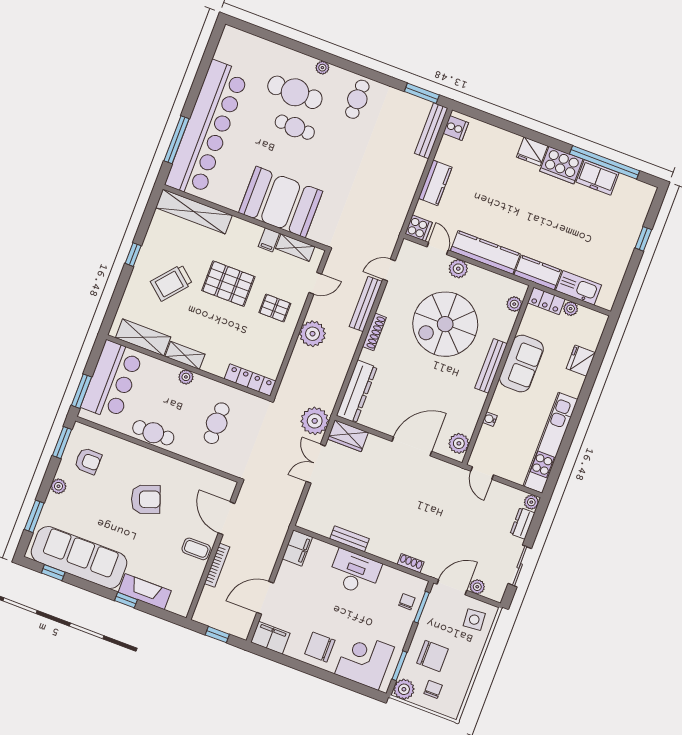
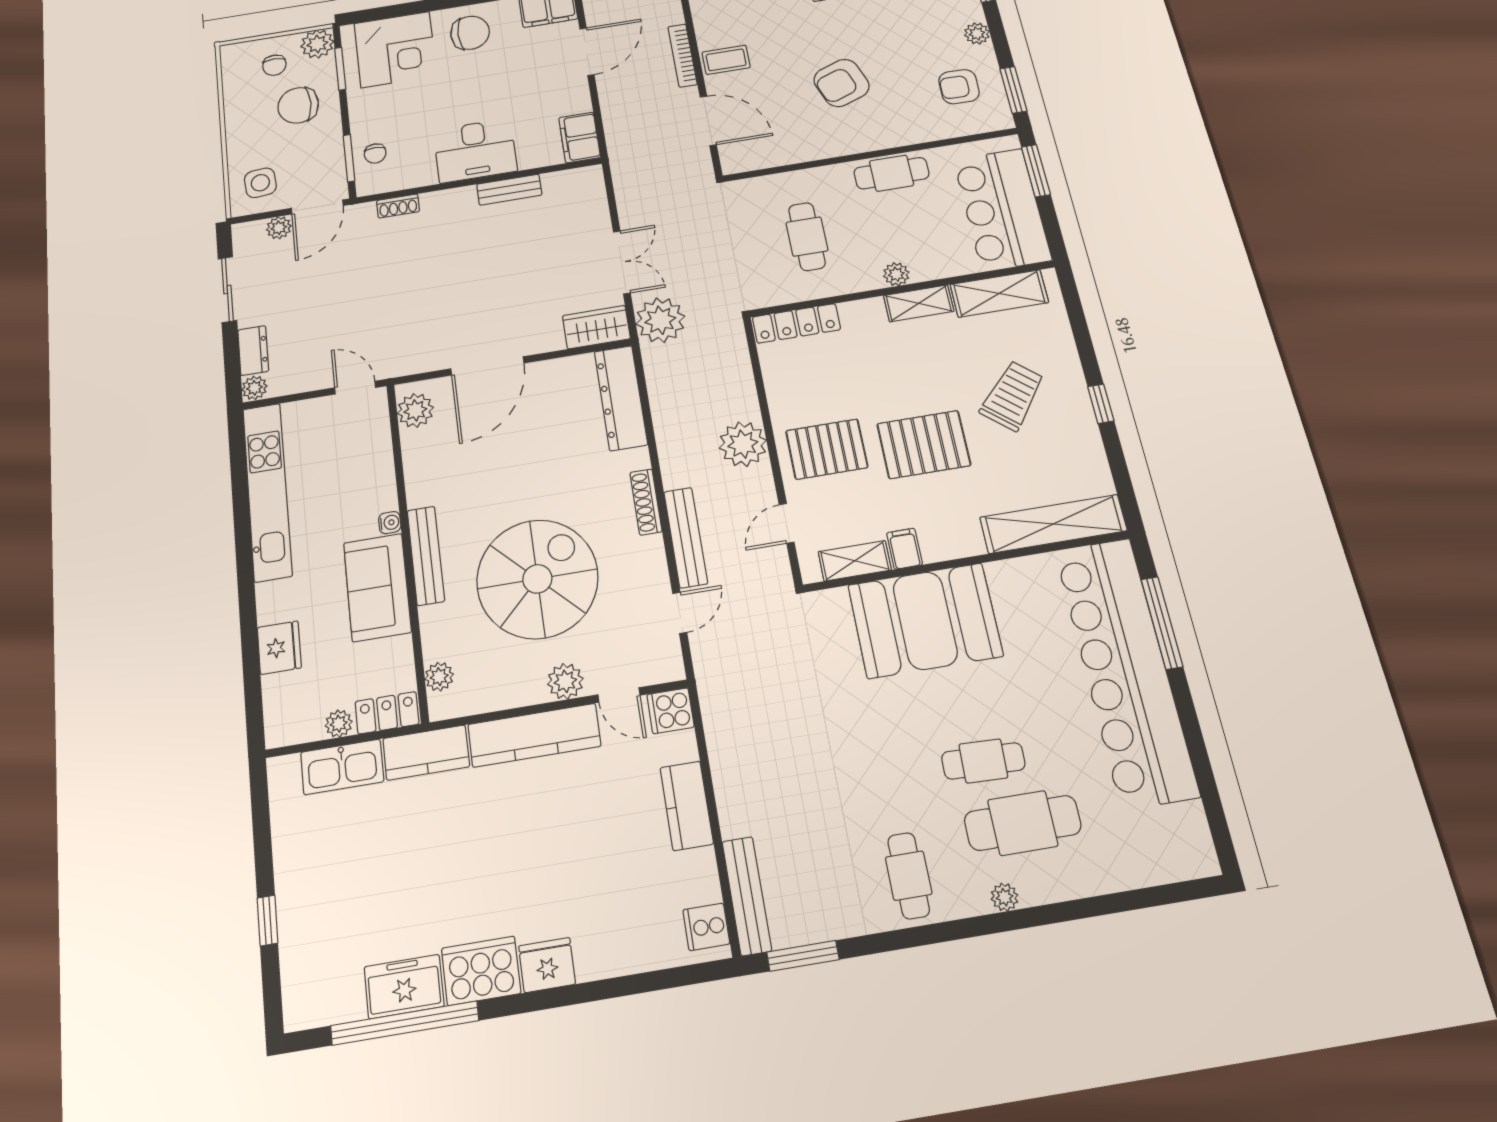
pallet: (275, 308) -> (827, 449), width x1.50, depth x1.42
water cooler: (490, 419) -> (390, 523), moved

